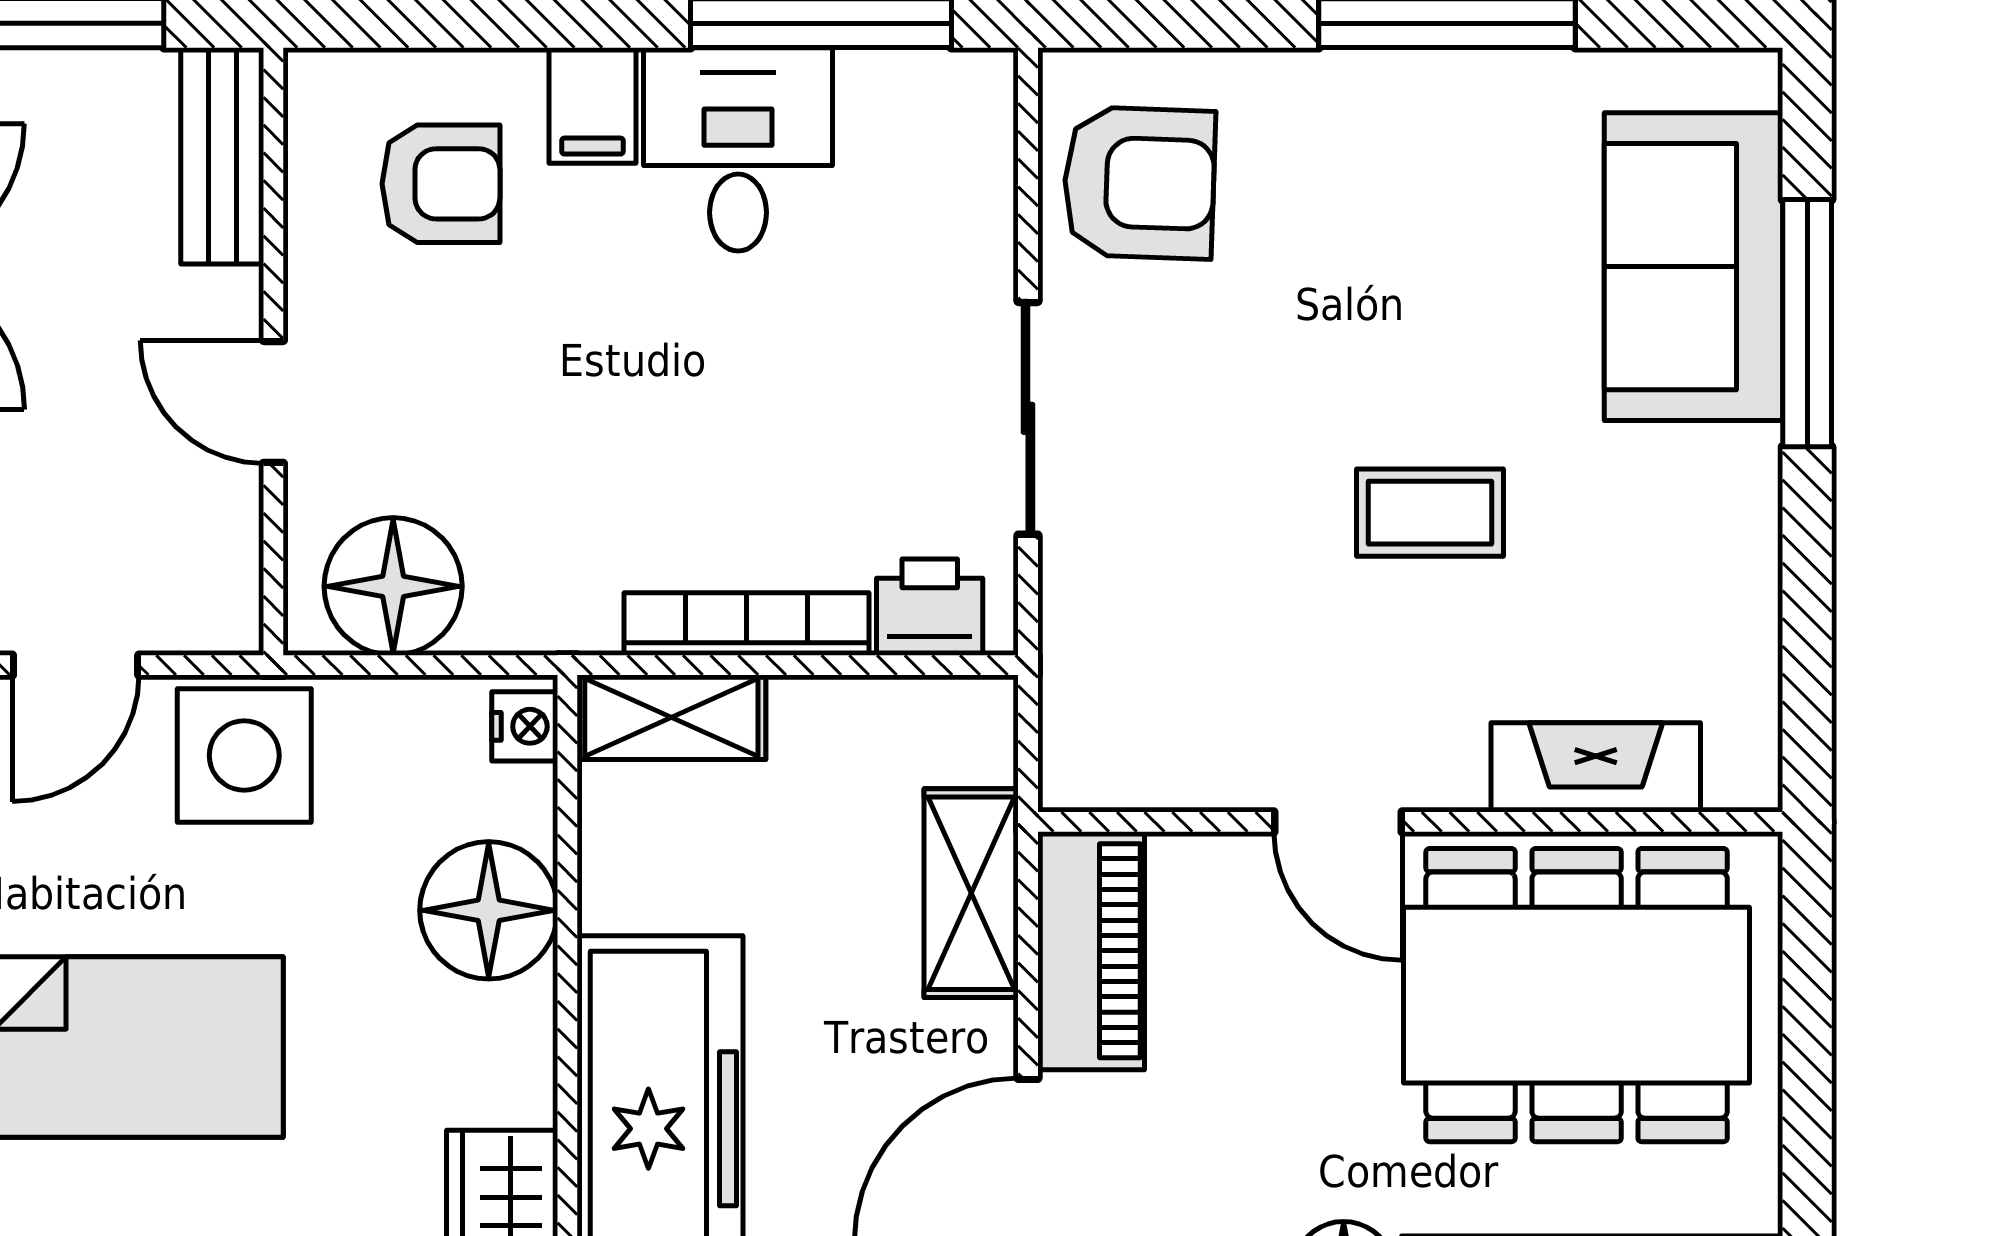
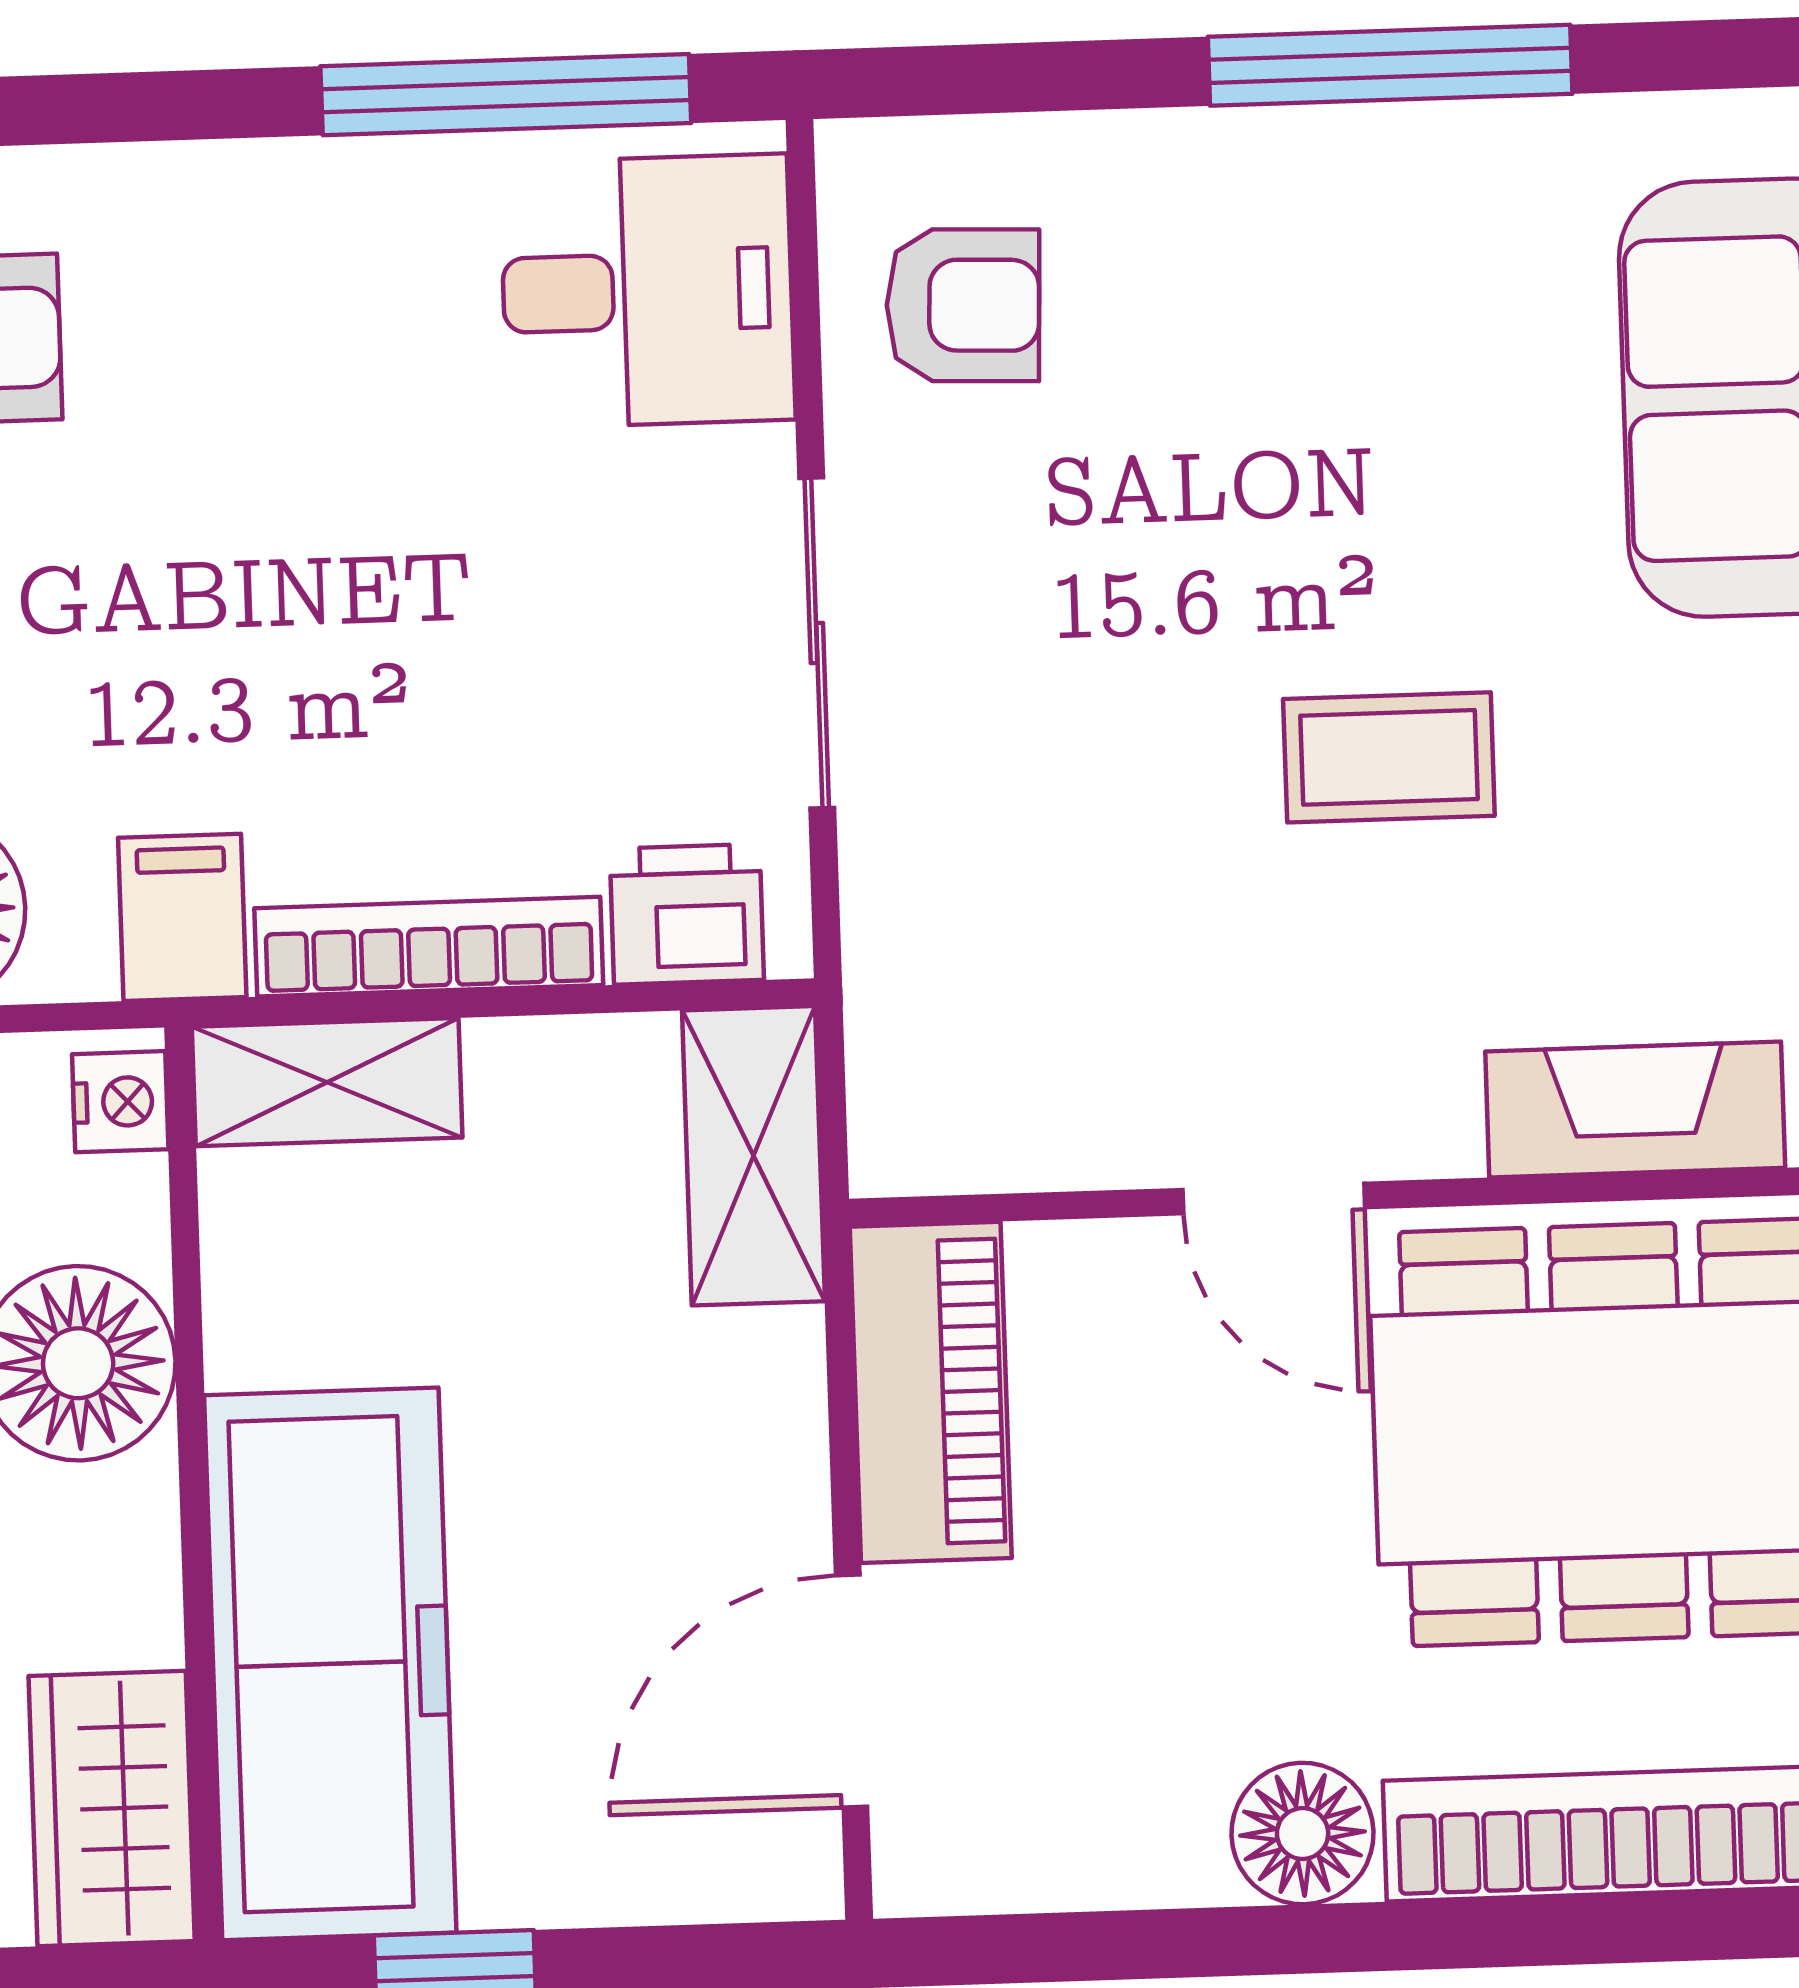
filing cabinet: (592, 106) -> (182, 917), moved, turned 180
desk: (738, 149) -> (647, 291), moved, turned 90
armchair: (1139, 183) -> (963, 305), width x0.72, depth x0.72
shelving: (971, 893) -> (753, 1156), moved

